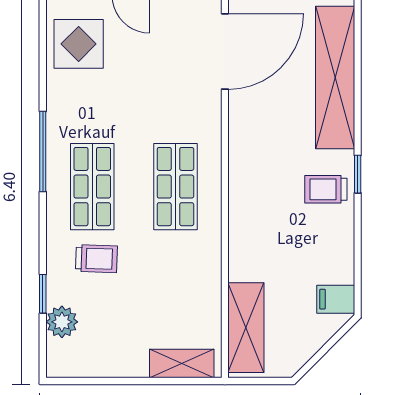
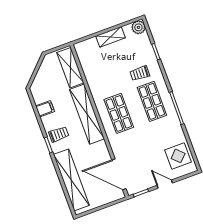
door: (225, 51) -> (119, 174), hinge flipped
shelving: (247, 211) -> (87, 114), added
filing cabinet: (336, 299) -> (45, 109), moved
plant: (62, 322) -> (138, 27), moved
shelving: (182, 363) -> (111, 37), moved

